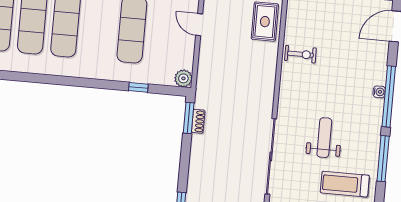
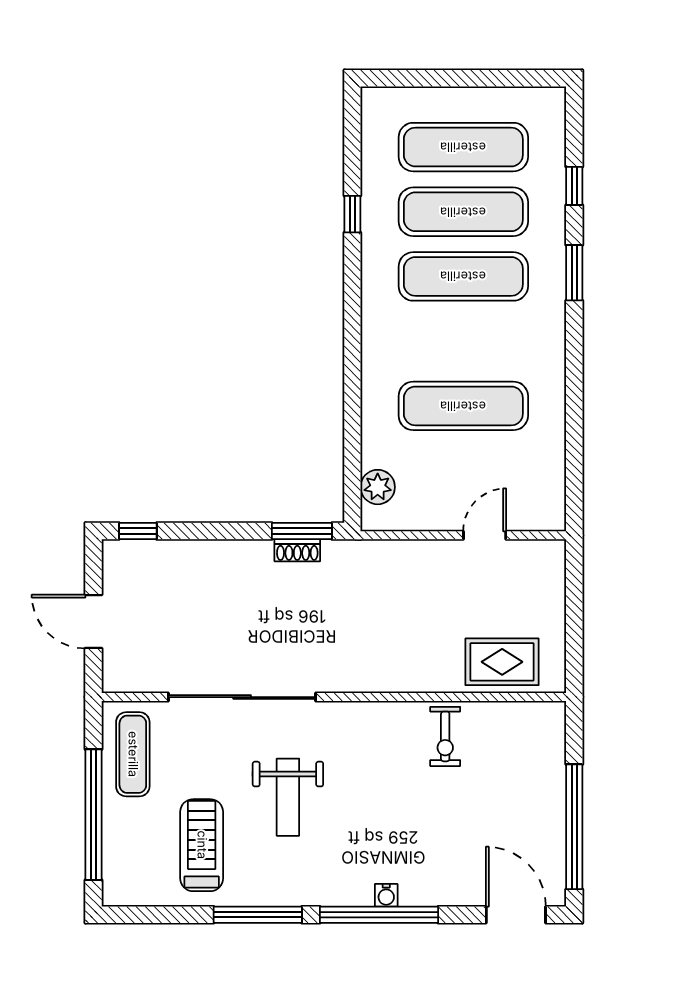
plant: (183, 78) -> (378, 487), moved
window: (138, 87) -> (352, 214), moved
weight bench: (324, 138) -> (288, 797), turned 90

